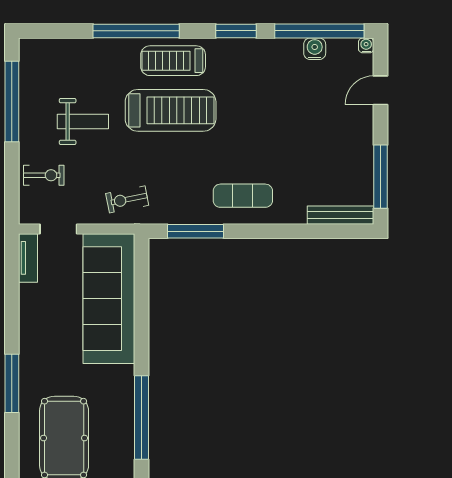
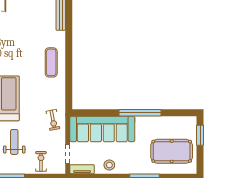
window: (196, 231) -> (69, 86), removed
stool: (36, 313) -> (109, 165), added
window: (142, 417) -> (140, 113), moved

